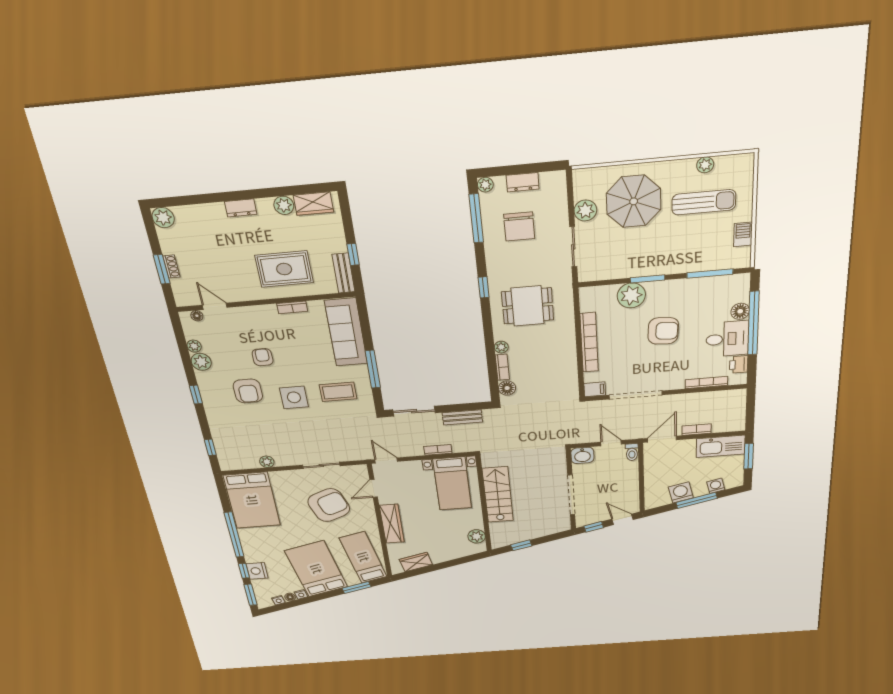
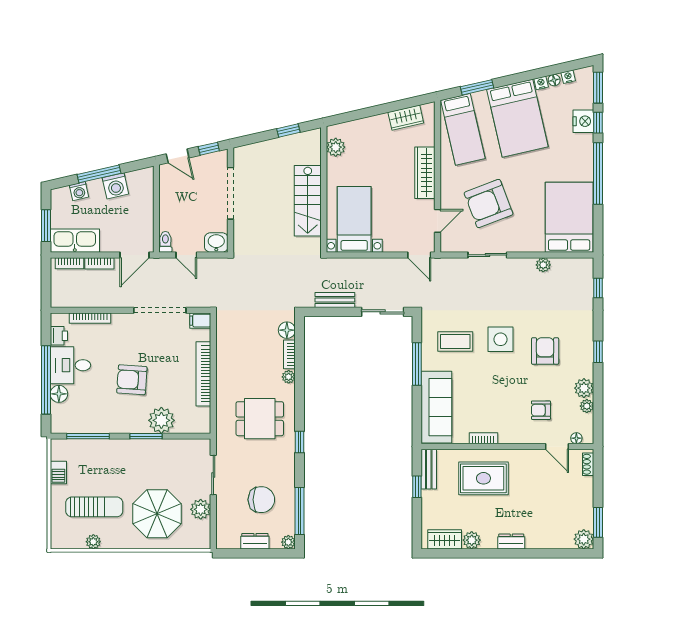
sun lounger: (704, 202) -> (94, 507), turned 180
chair: (519, 226) -> (261, 500), turned 90
shoe rack: (171, 266) -> (588, 464), moved
window: (162, 269) -> (598, 522), moved
armchair: (263, 357) -> (541, 410), moved, turned 90
bookcase: (438, 450) -> (69, 263), moved

